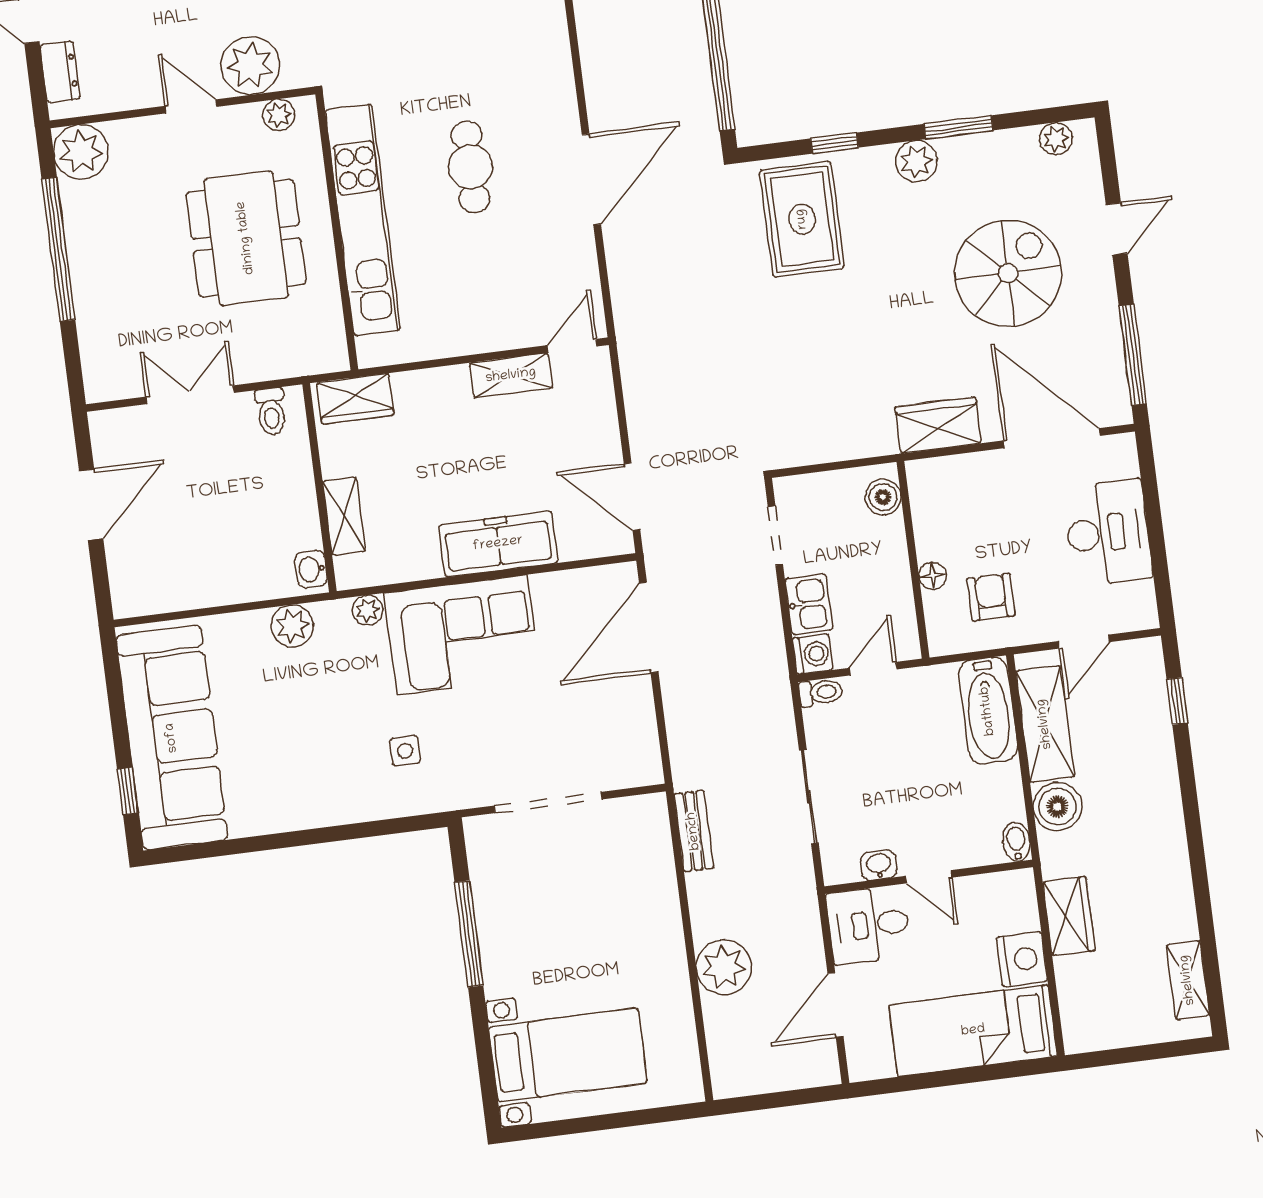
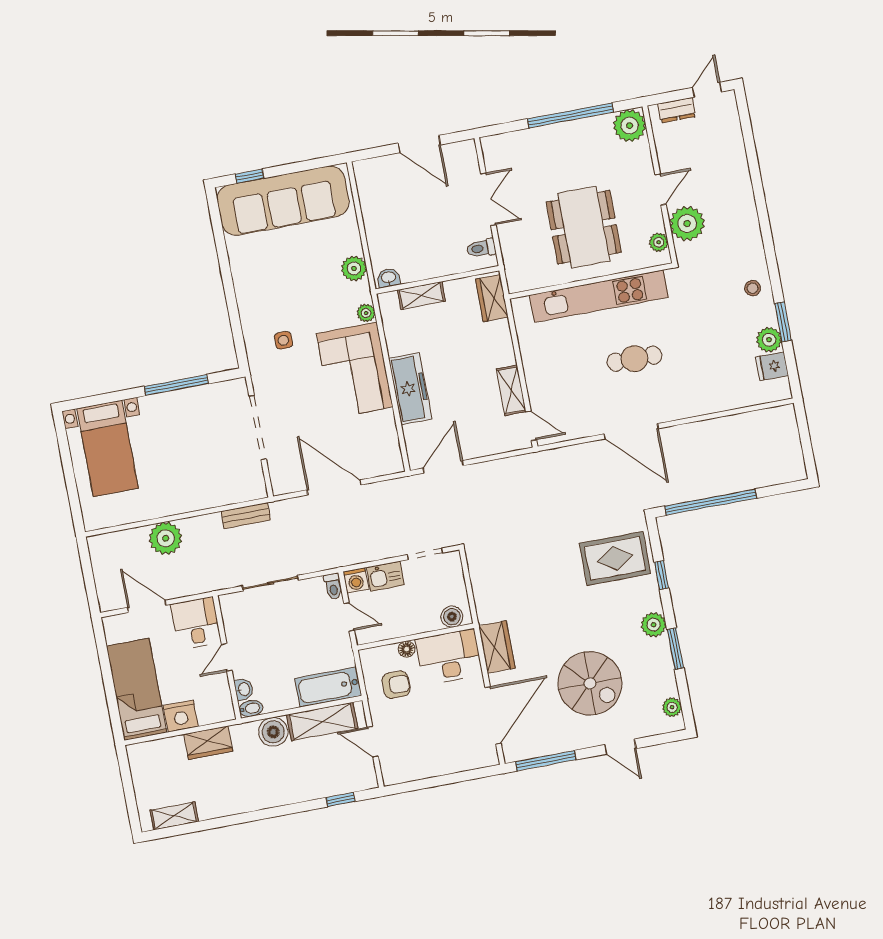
dining table: (246, 238) -> (584, 227), turned 90
desk: (1108, 533) -> (449, 657), moved, turned 180
door: (649, 627) -> (334, 487), moved
washbasin: (879, 865) -> (244, 689), moved

